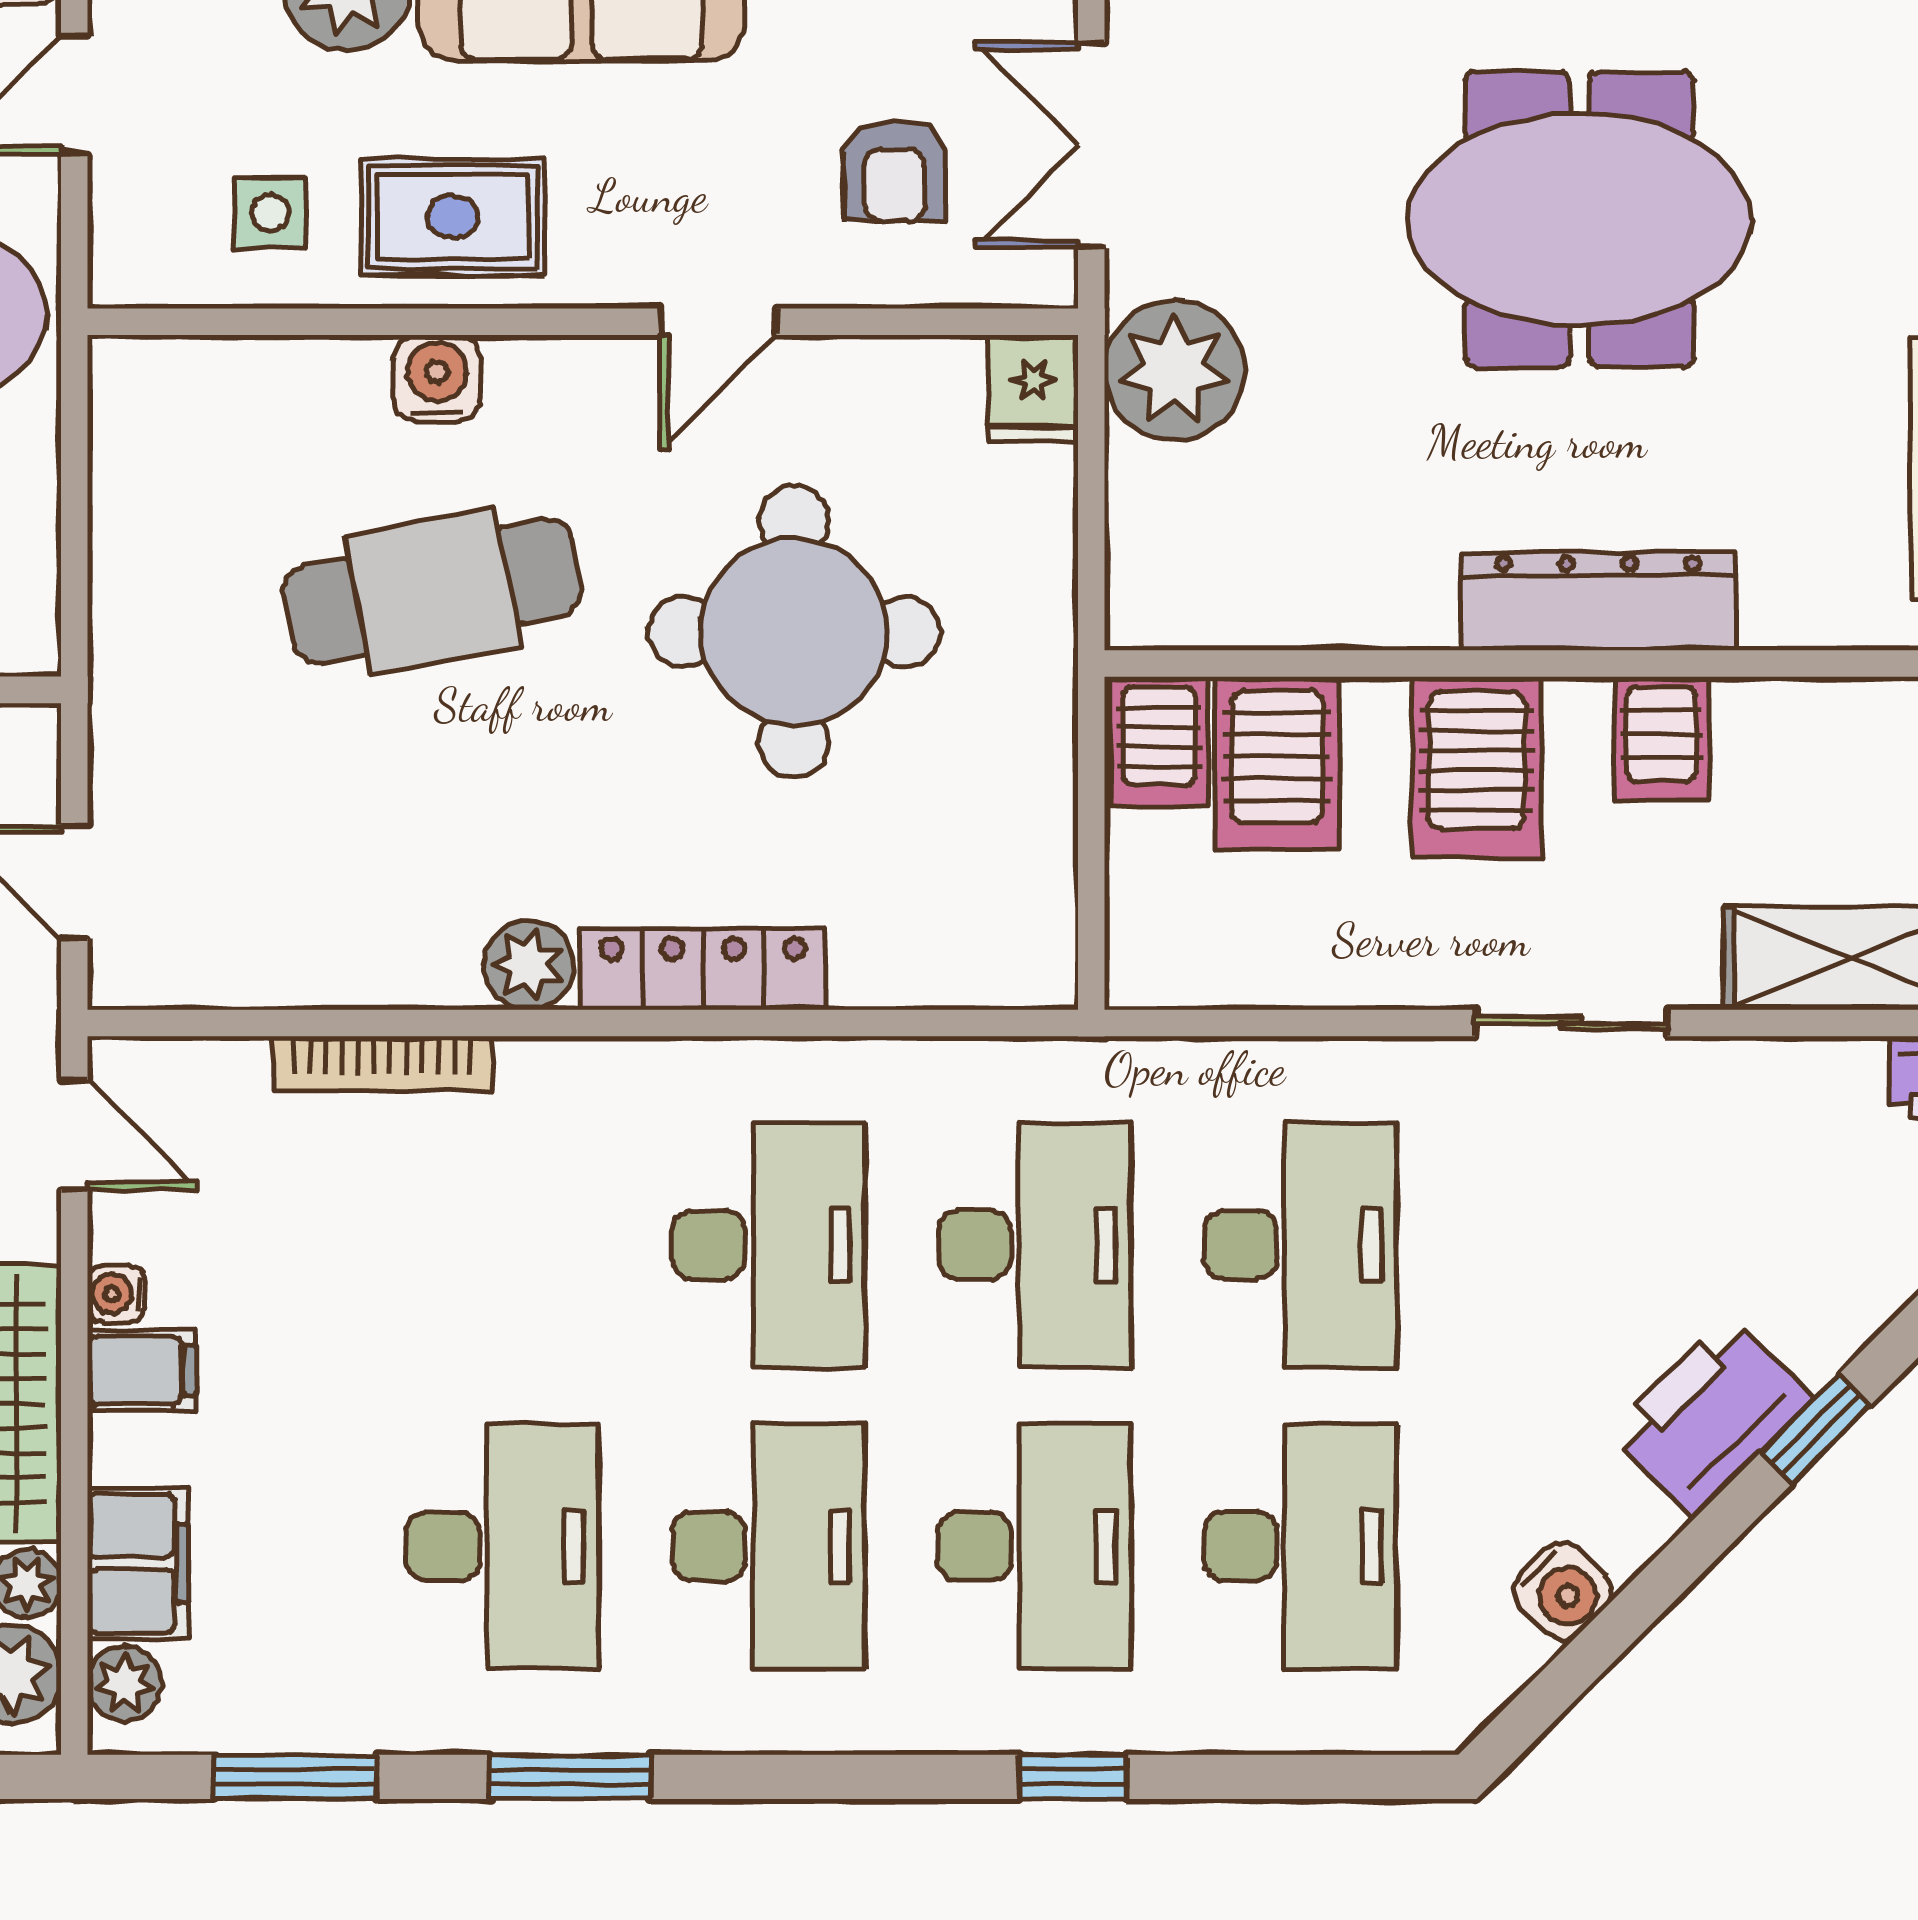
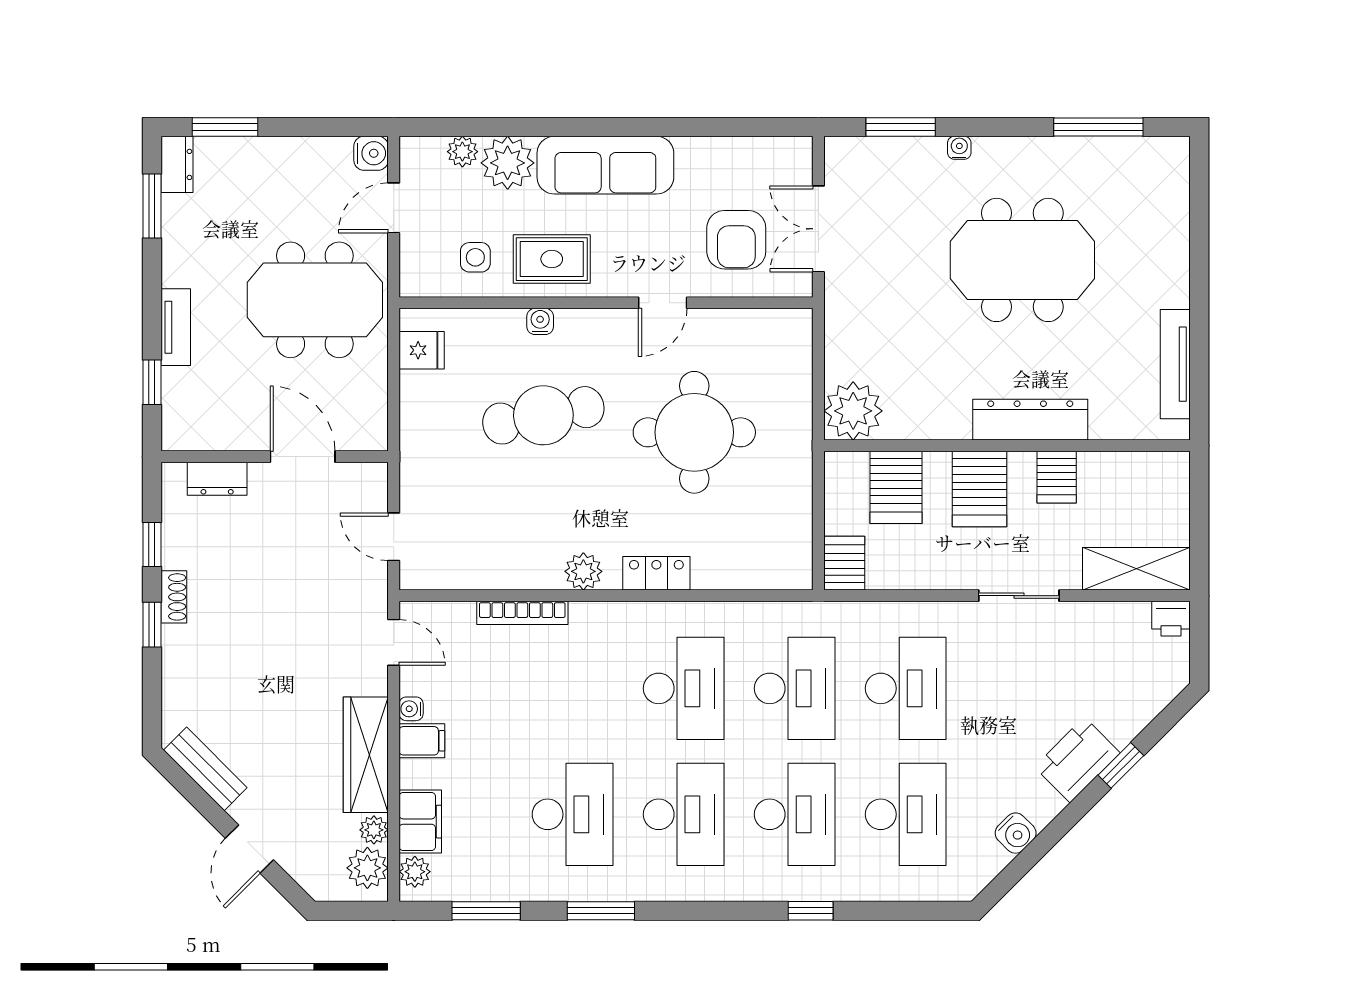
armchair: (895, 171) -> (736, 240), width x1.38, depth x1.38
plant: (1174, 370) -> (853, 411), moved
water cooler: (437, 378) -> (540, 321), width x0.72, depth x0.72
fridge: (1033, 389) -> (422, 350), moved, turned -90
server rack: (1159, 741) -> (844, 563), moved, turned 180
locker: (703, 969) -> (656, 573), width x0.66

